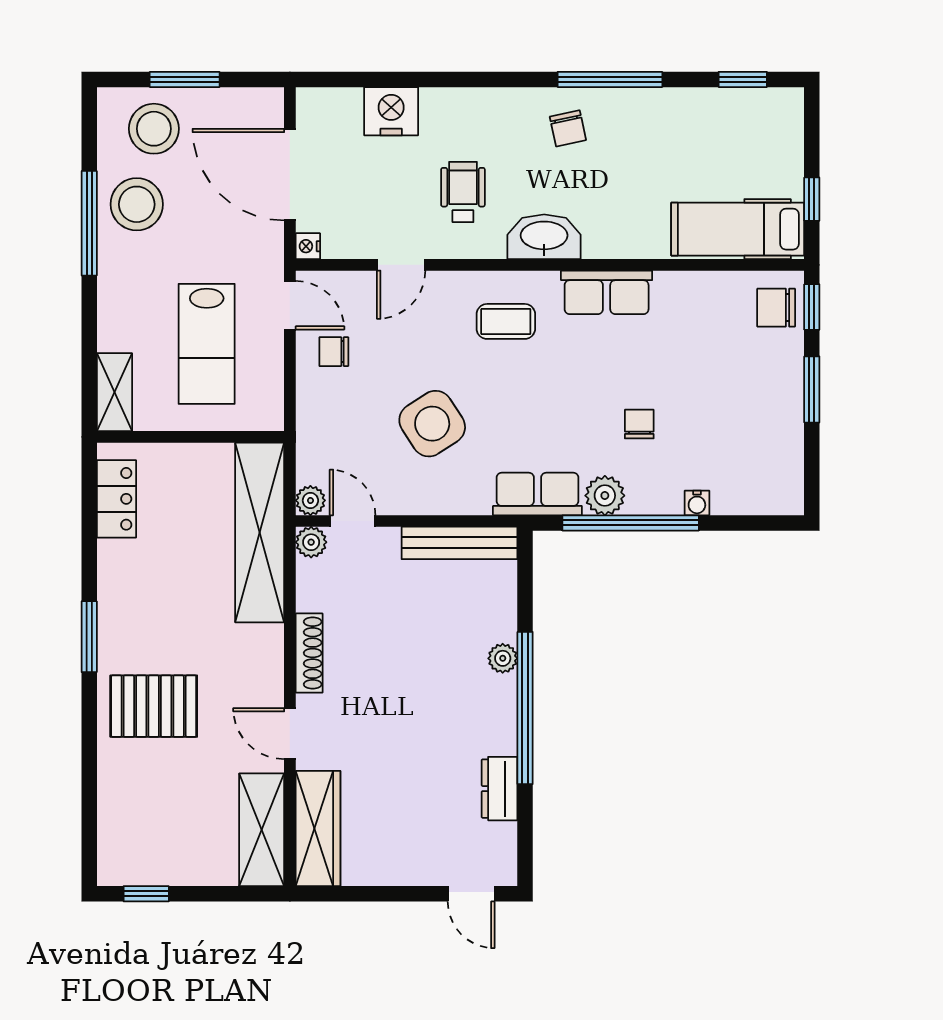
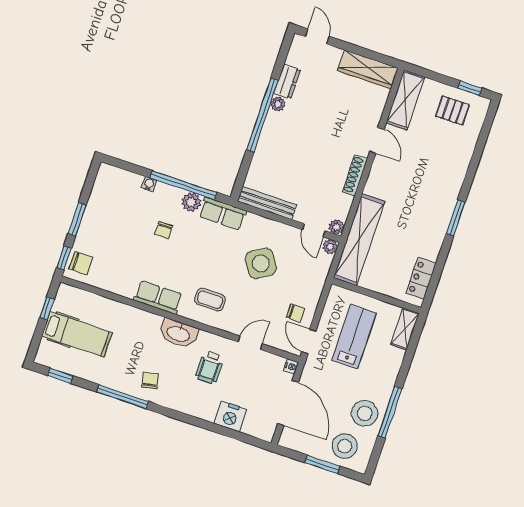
hospital bed: (738, 229) -> (77, 334), moved
plant: (503, 658) -> (278, 104), moved
pallet: (154, 706) -> (452, 110), moved, width x0.67, depth x0.71
wardrobe: (318, 828) -> (368, 69), moved, turned -90

